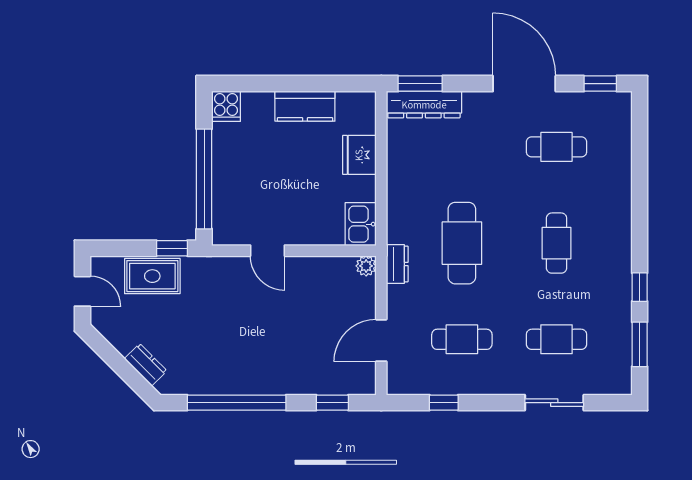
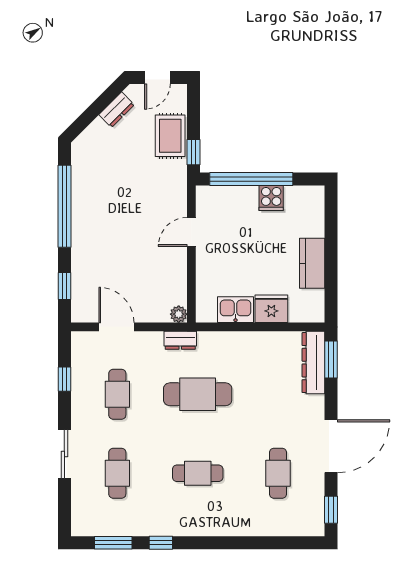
cooker: (226, 106) -> (271, 198), moved, turned -90
kitchen sink: (361, 224) -> (236, 310), moved
dresser: (146, 365) -> (117, 110), moved
sliding door: (554, 403) -> (64, 454), moved

